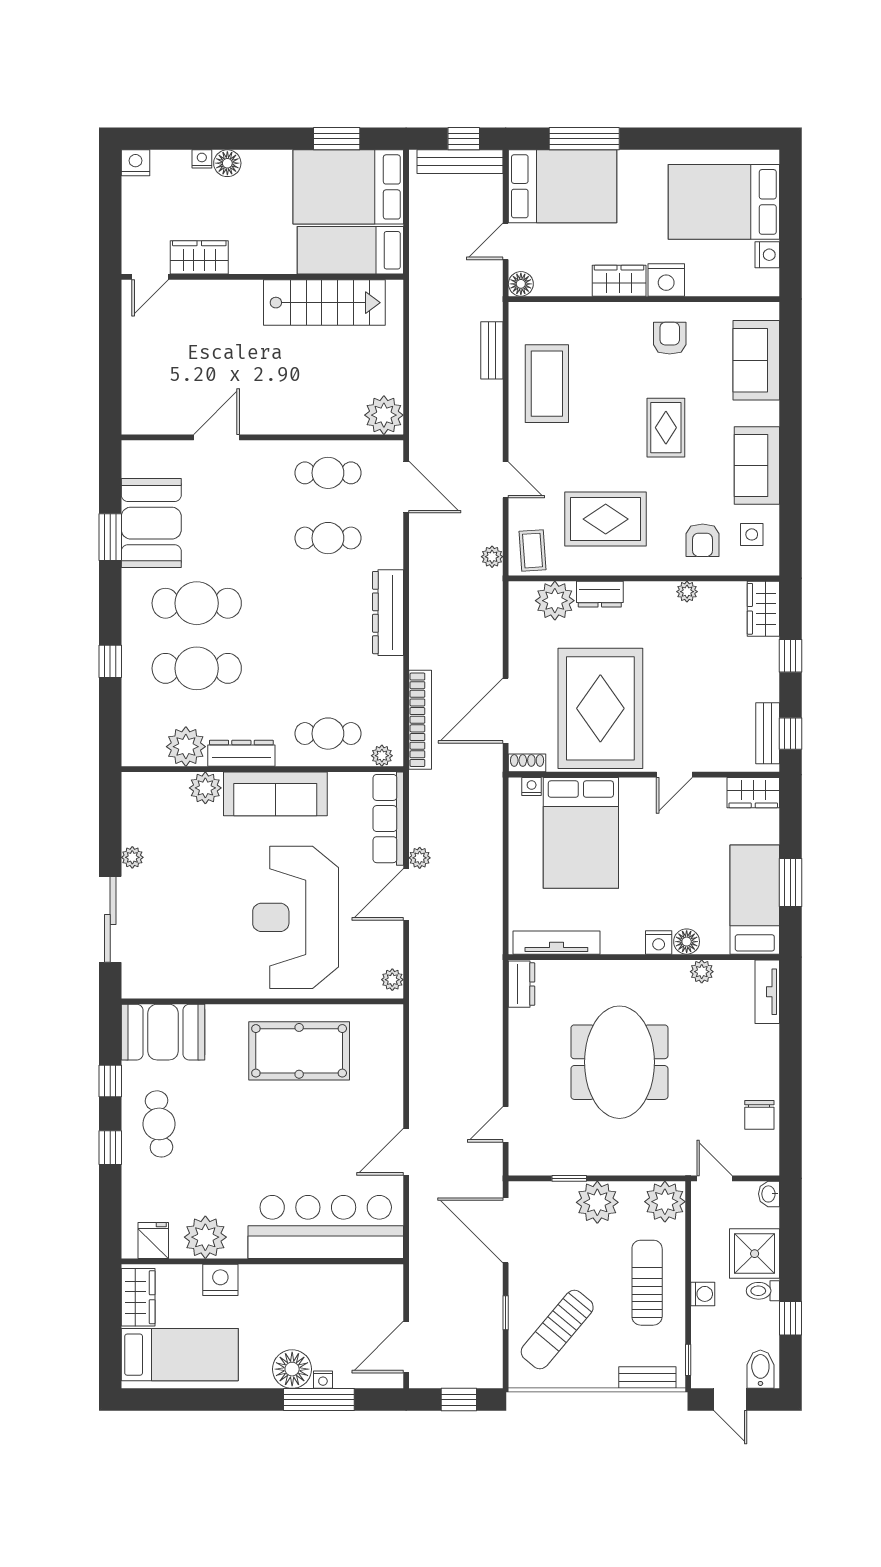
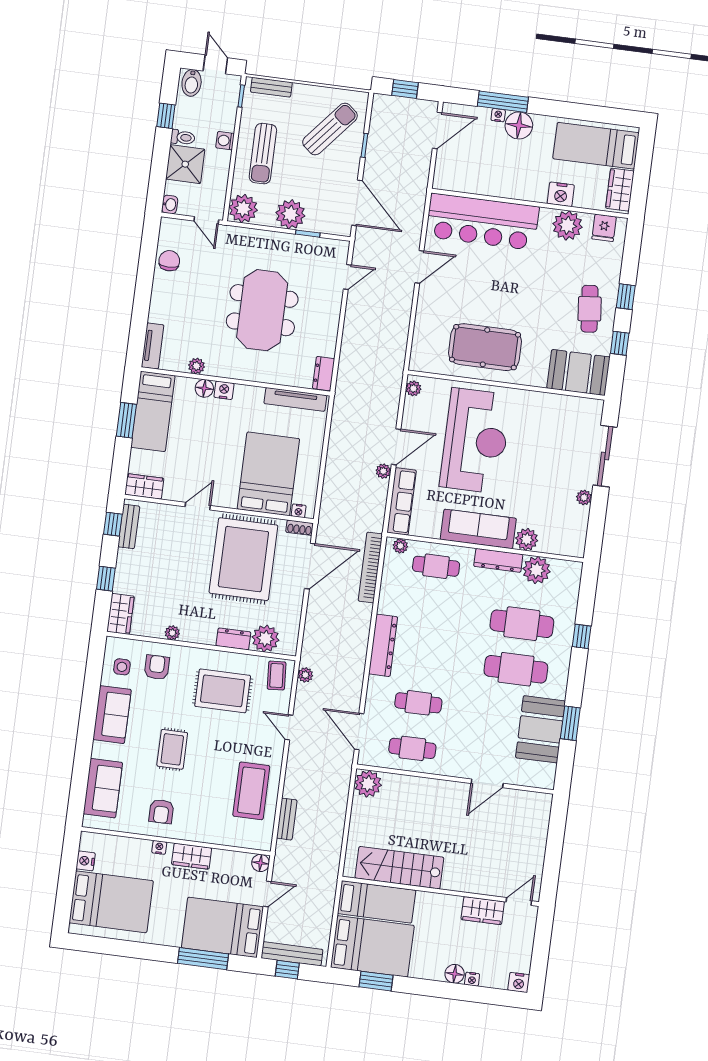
nightstand: (666, 280) -> (159, 847), width x0.53, depth x0.56

